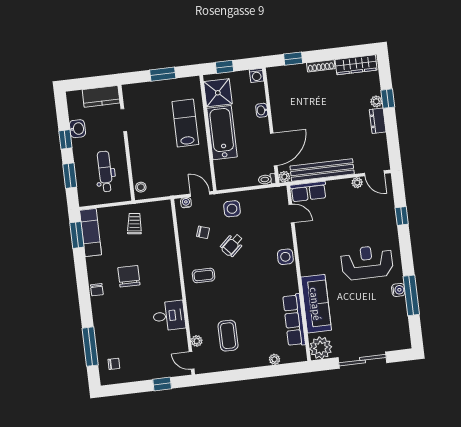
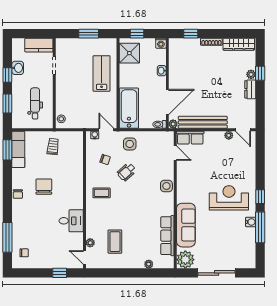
bathtub: (222, 133) -> (129, 108), moved
window: (402, 216) -> (260, 197), moved

